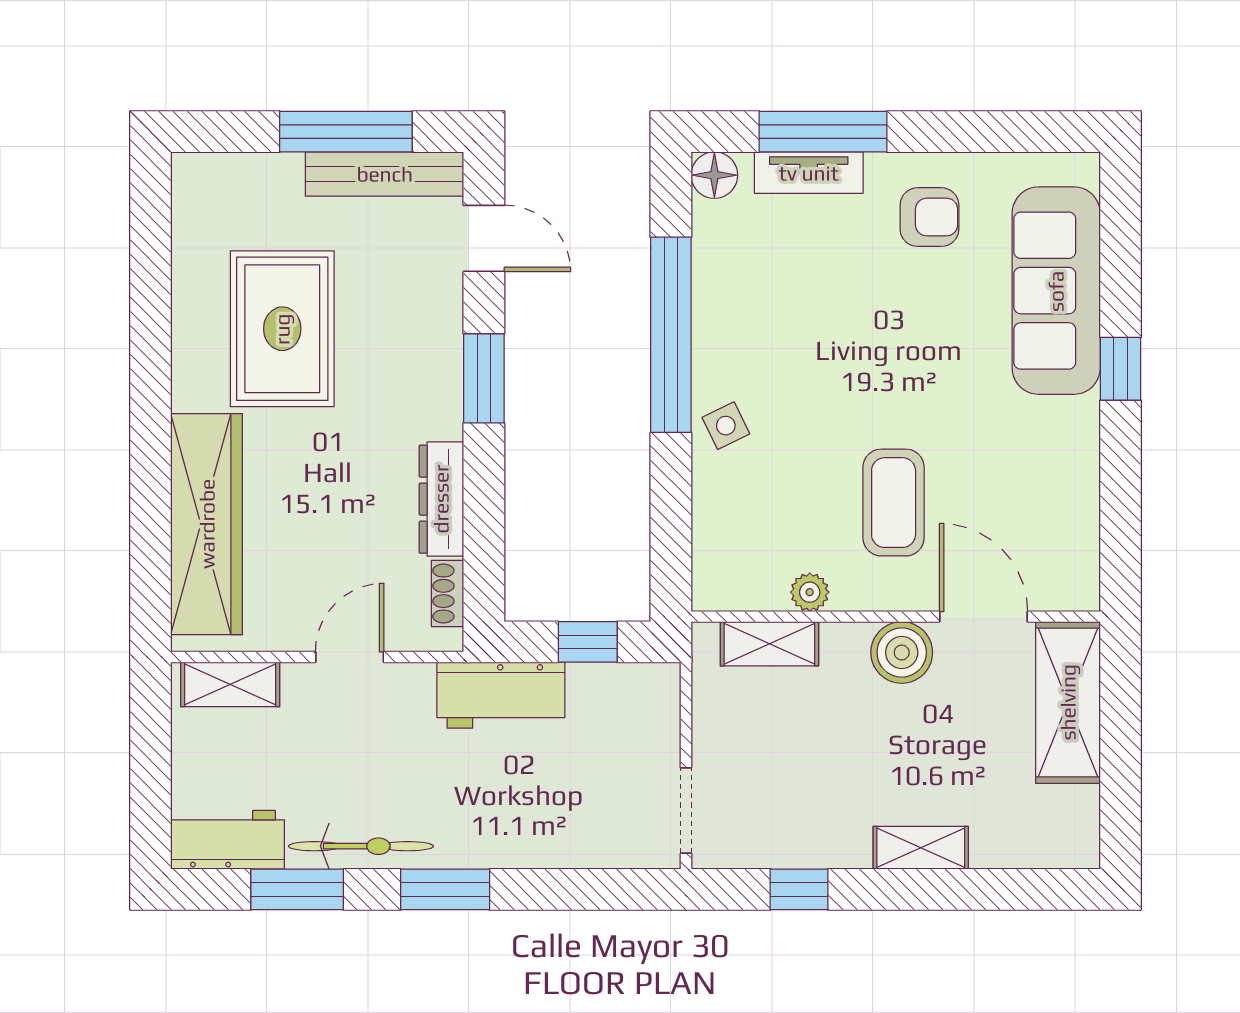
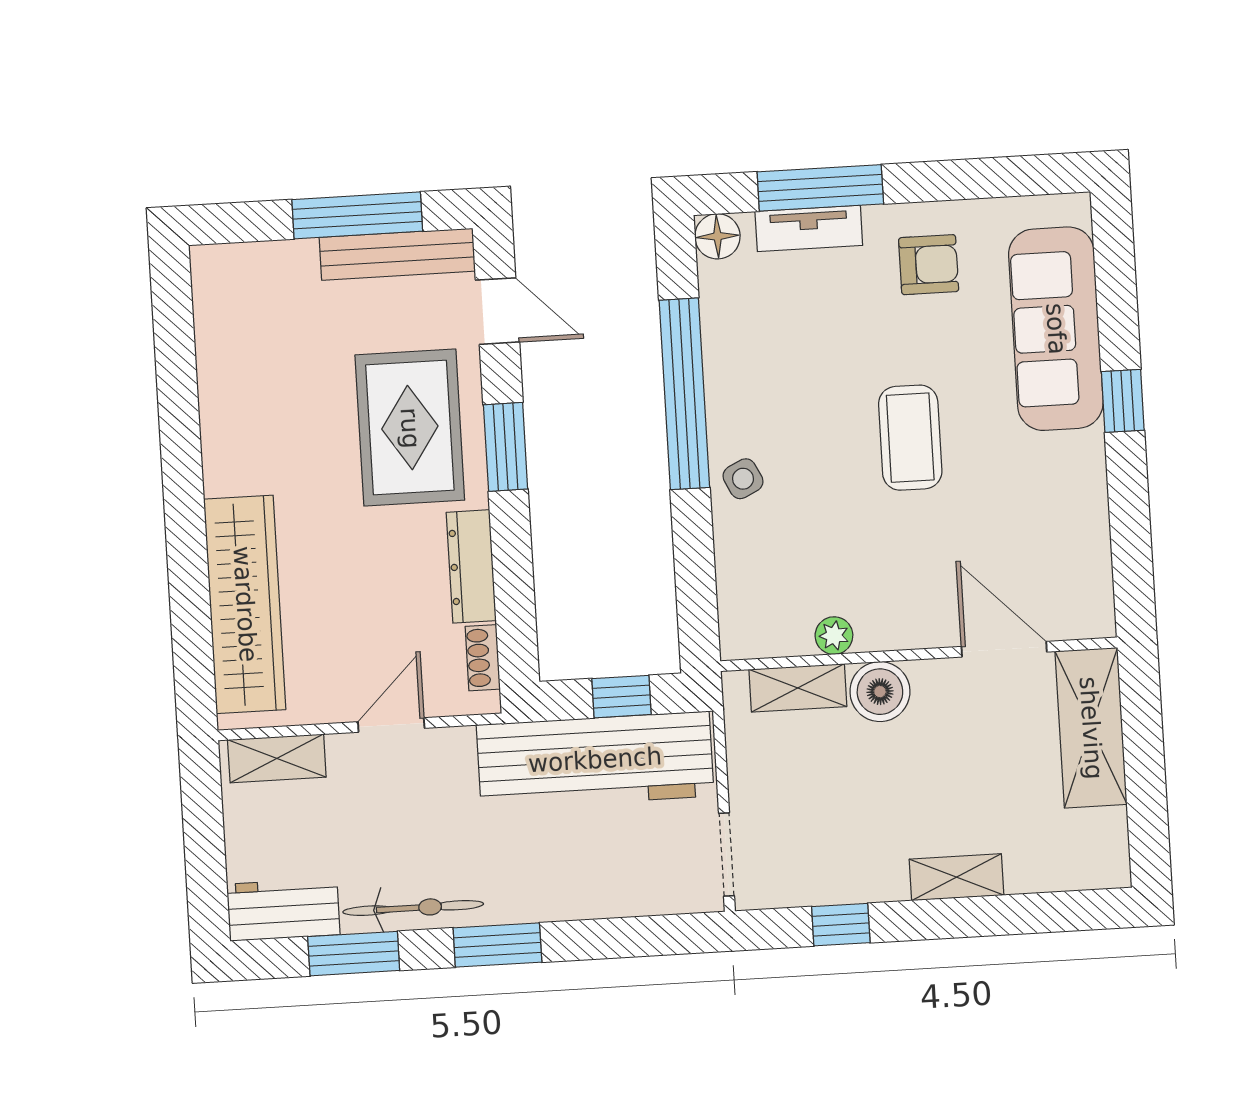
rug: (282, 329) -> (410, 428), moved
coffee table: (894, 503) -> (910, 438), moved
boiler: (902, 652) -> (880, 692), moved
workbench: (501, 695) -> (595, 760), width x1.87, depth x1.32

